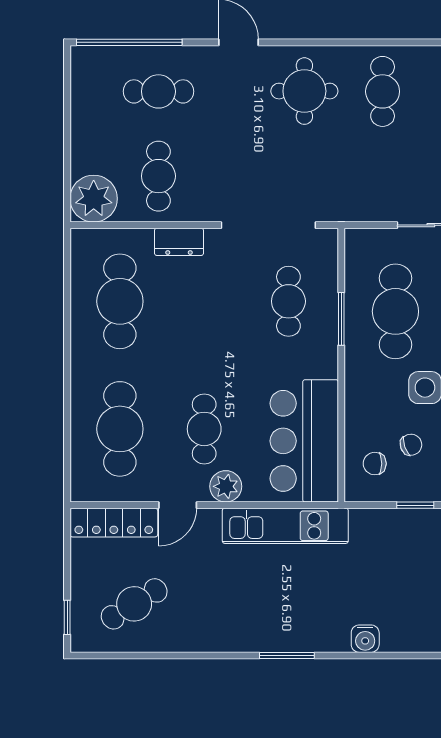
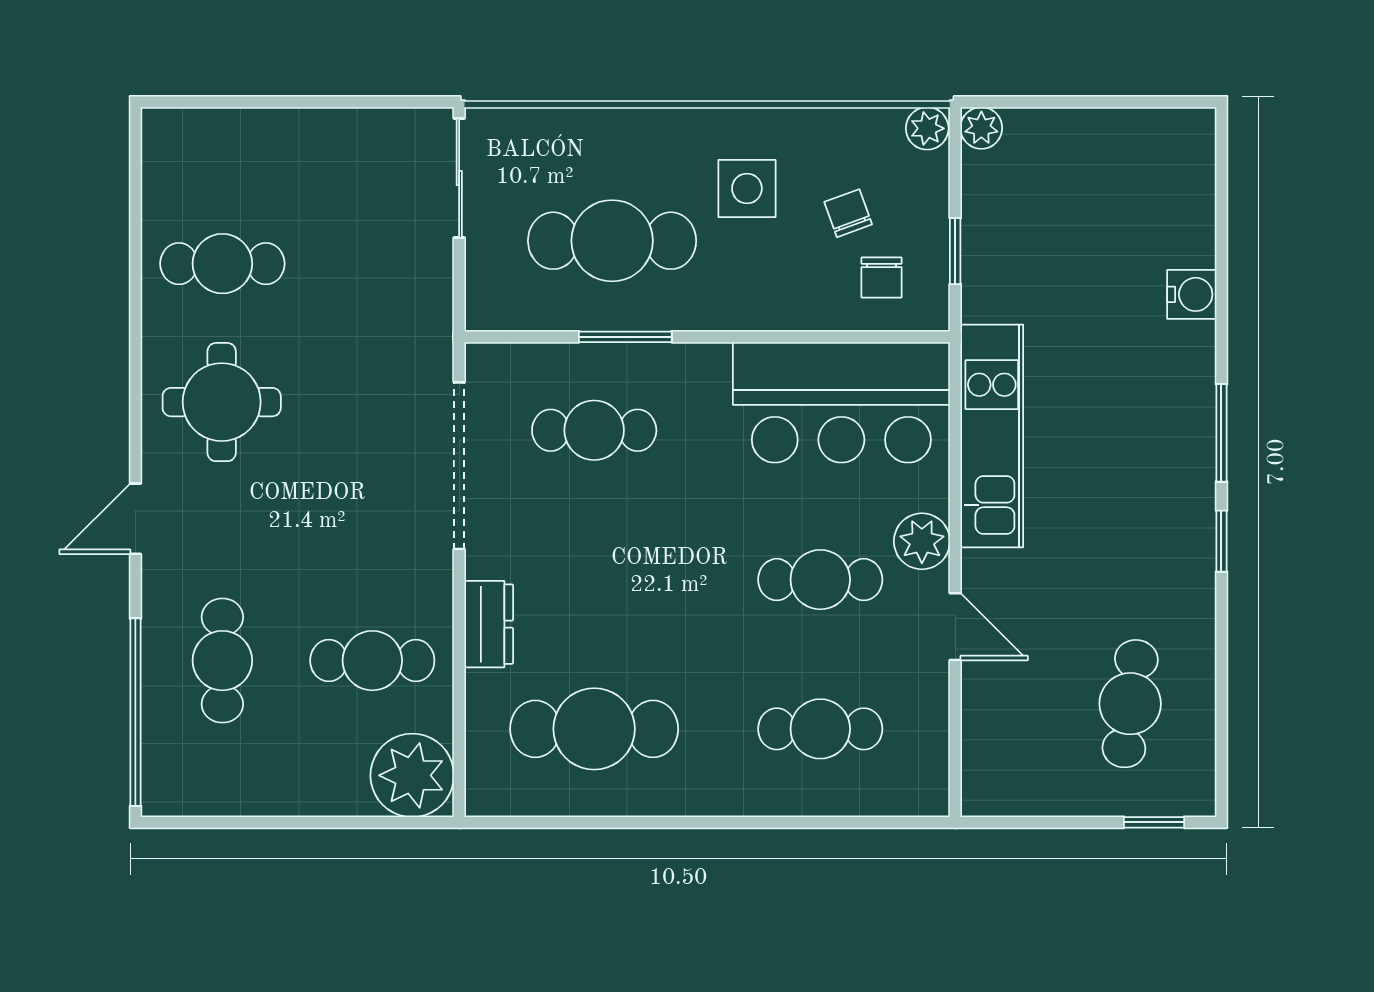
cafe table: (120, 429) -> (820, 729), width x0.73, depth x0.74
window: (415, 505) -> (955, 251), moved
locker: (114, 523) -> (986, 740), removed
cafe table: (134, 604) -> (1130, 704), turned 40
window: (226, 655) -> (1221, 541), added

